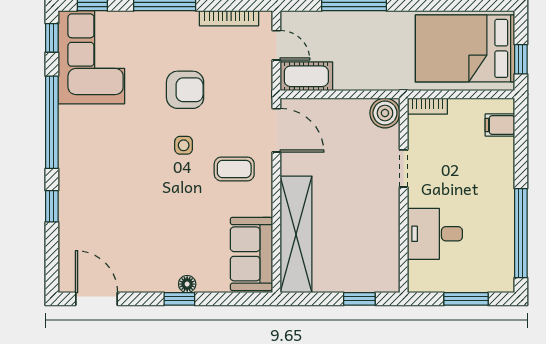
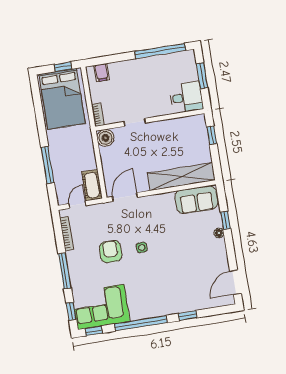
coffee table: (234, 169) -> (150, 217), removed
desk: (435, 234) -> (186, 97), moved, turned -90
window: (179, 299) -> (225, 220), moved

